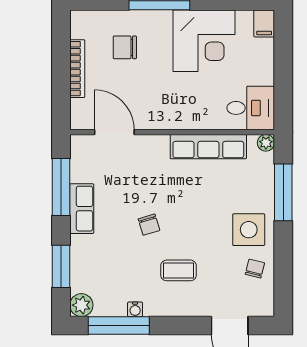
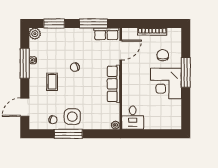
filing cabinet: (264, 23) -> (175, 124), removed
corner desk: (204, 41) -> (166, 83), moved
row of seats: (208, 147) -> (113, 84), moved
window: (283, 192) -> (68, 134), moved
row of seats: (82, 209) -> (106, 34), moved
window: (119, 326) -> (25, 63), moved

